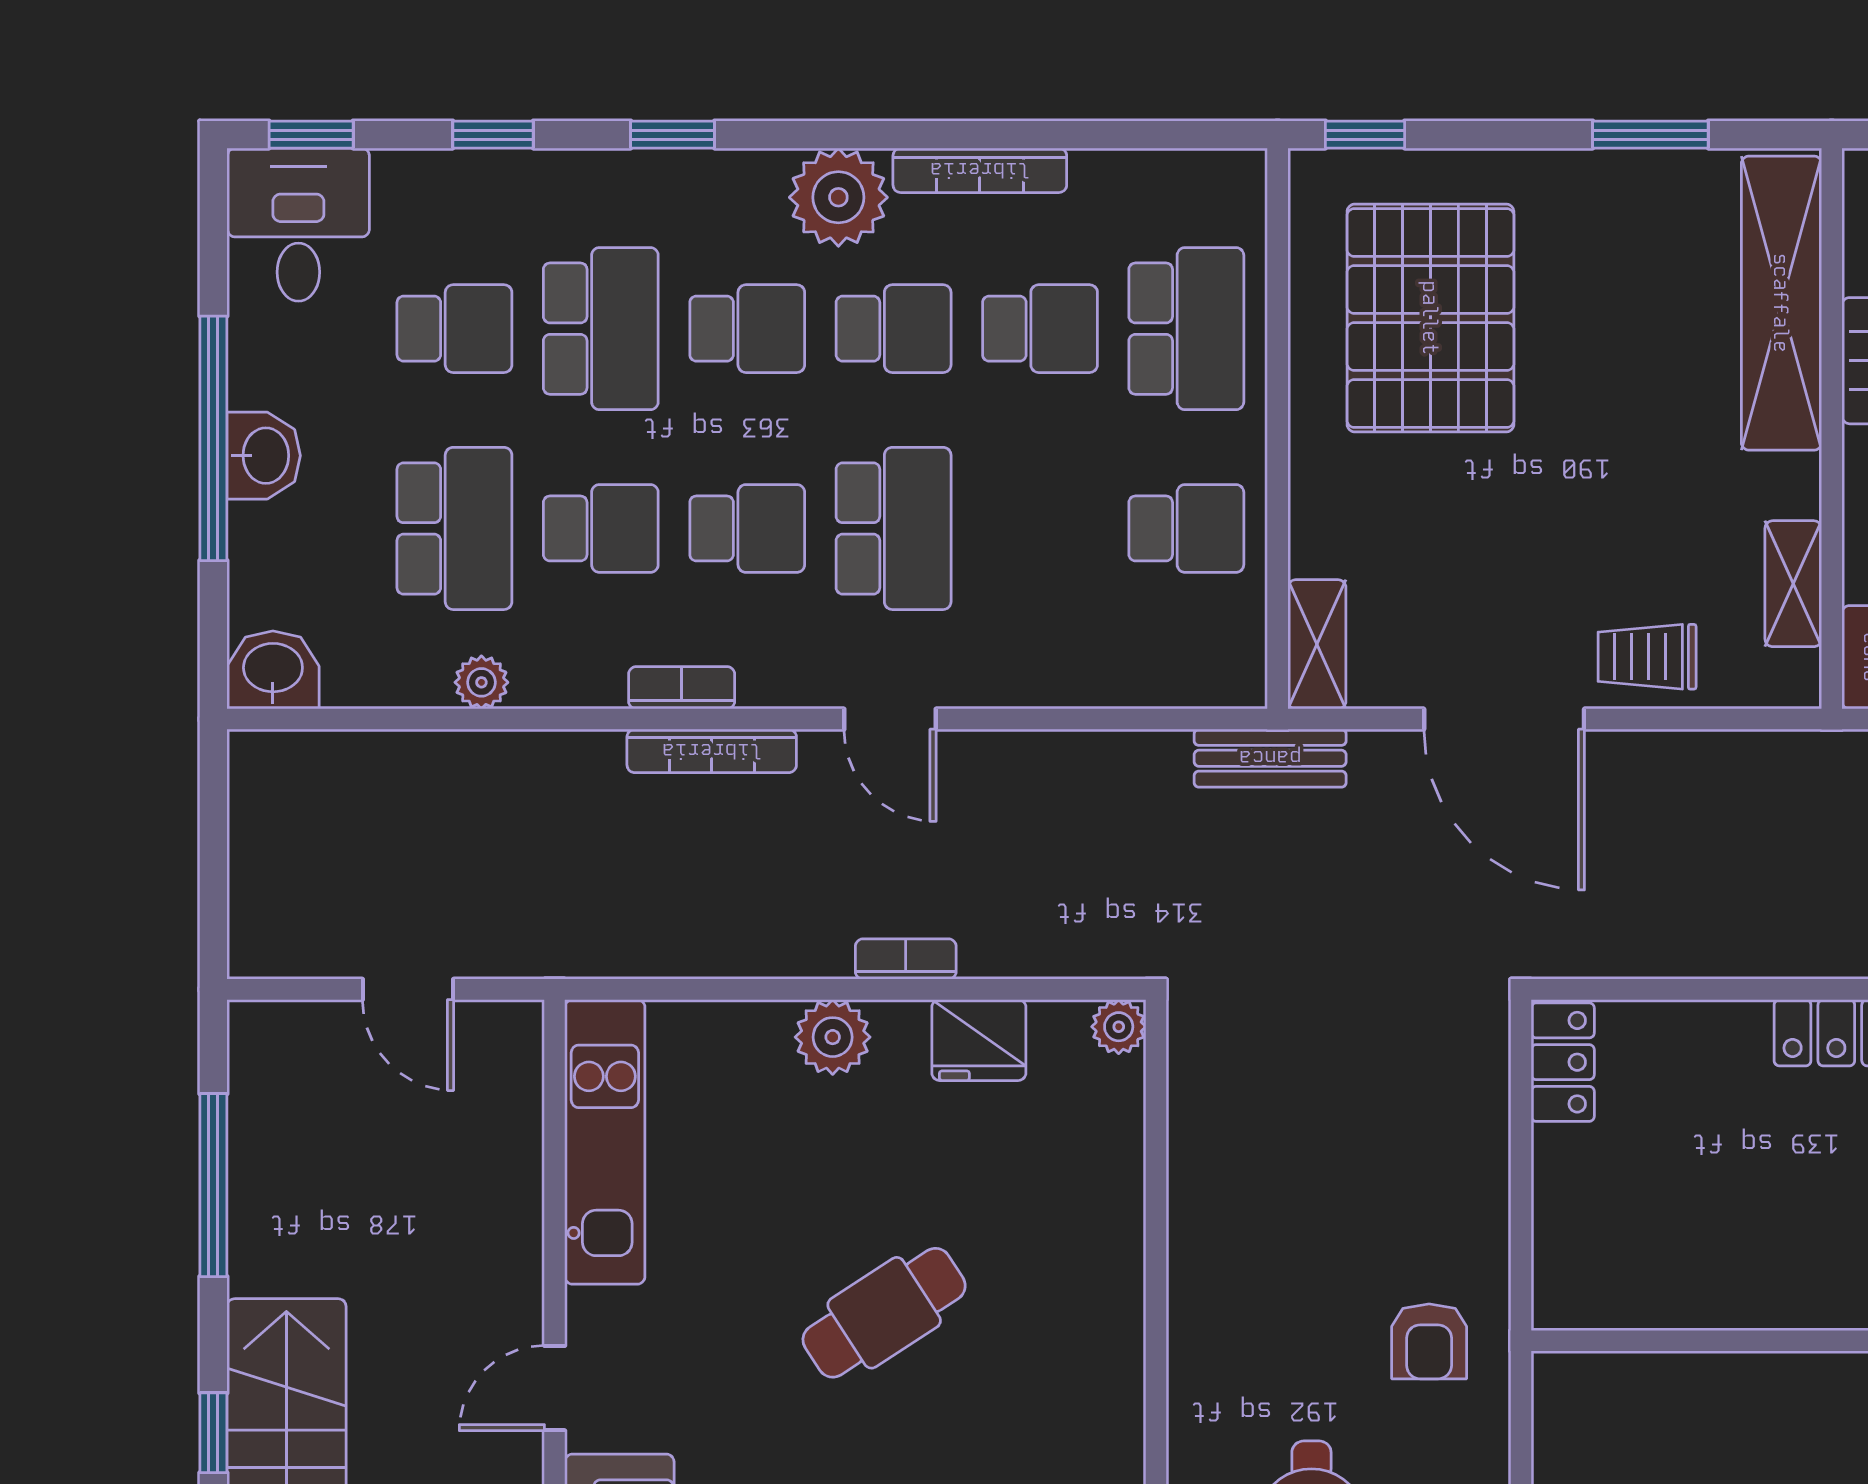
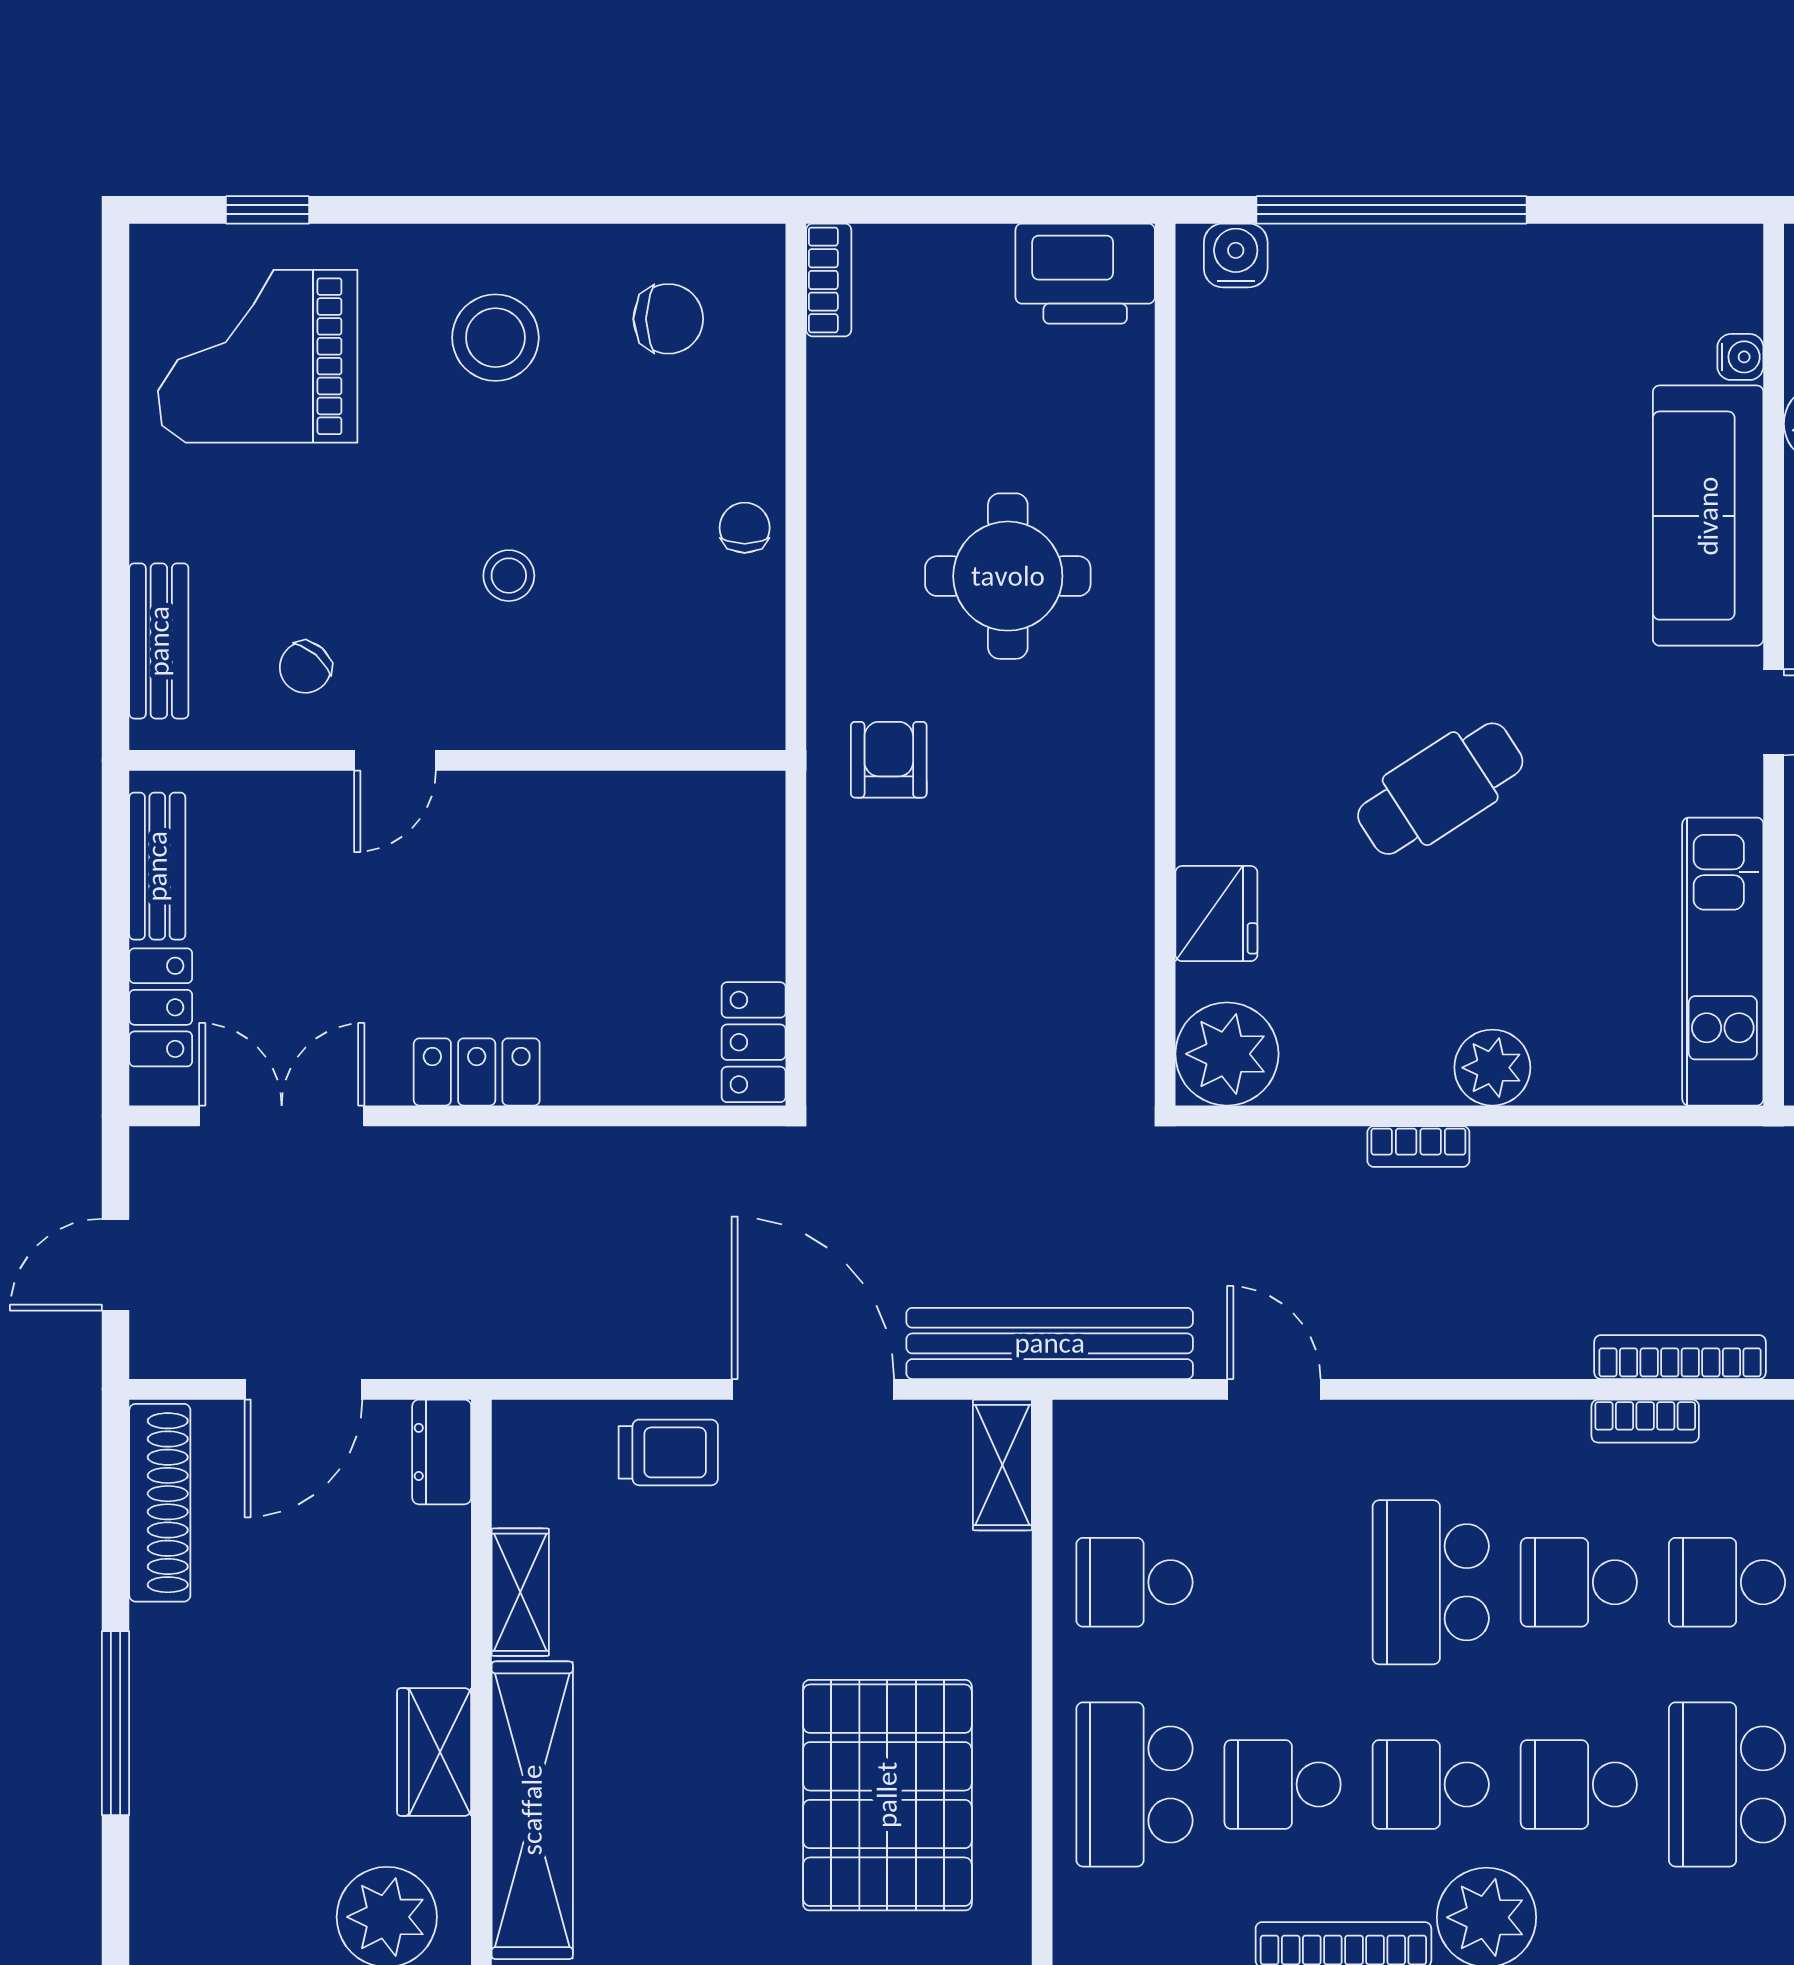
shelving: (1793, 584) -> (520, 1592), moved
door: (890, 719) -> (1274, 1389), moved
bookcase: (712, 751) -> (1680, 1357), moved
bench: (1270, 758) -> (1050, 1343), width x1.86, depth x1.21
plant: (1119, 1027) -> (1227, 1054), width x1.87, depth x1.87
fridge: (979, 1040) -> (1216, 914), moved, turned 90

